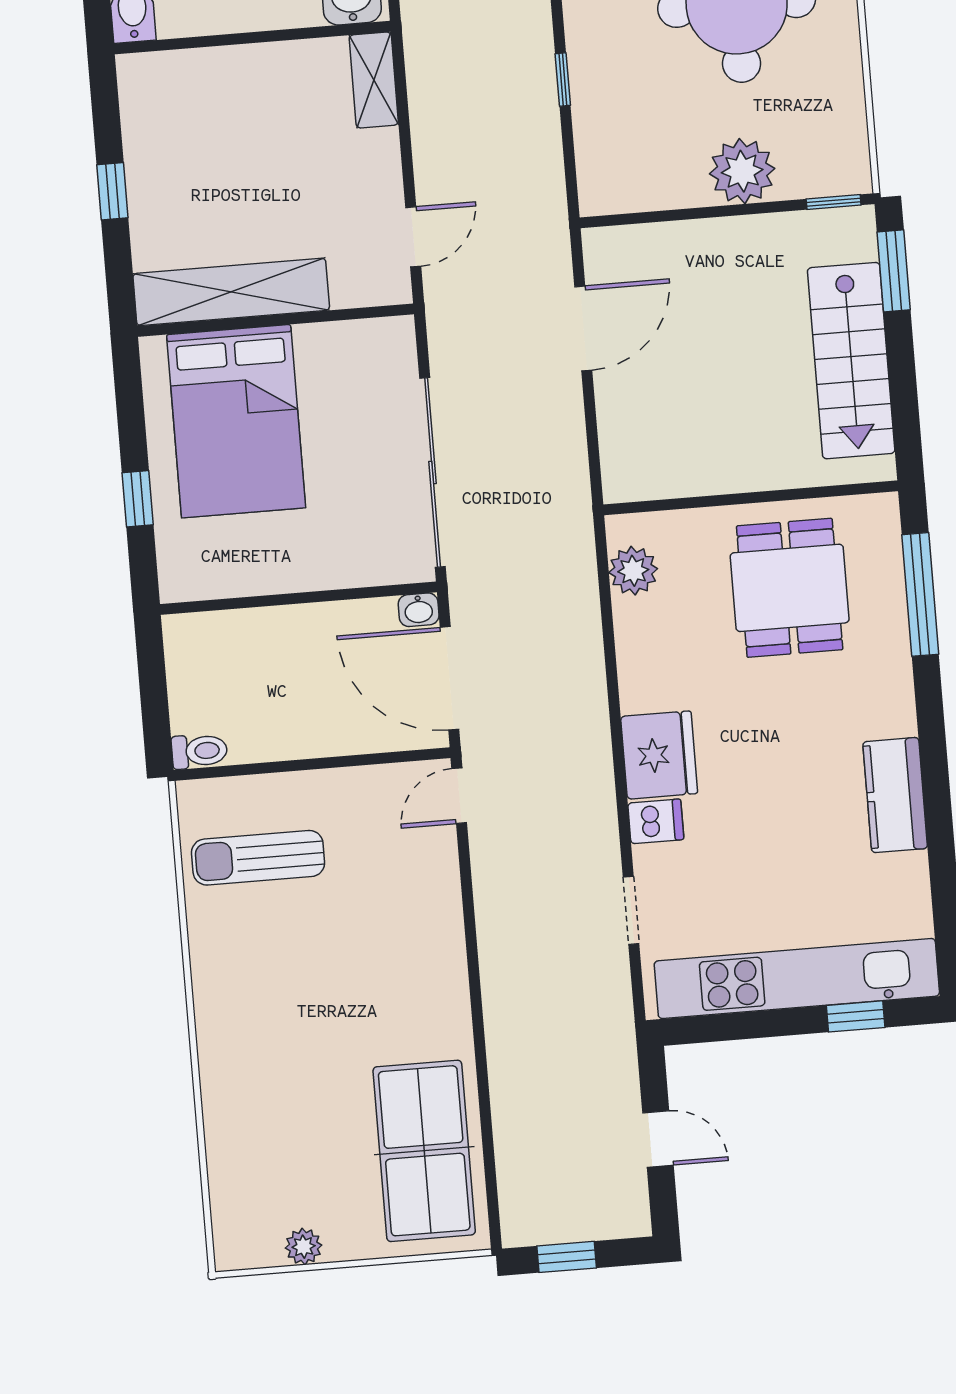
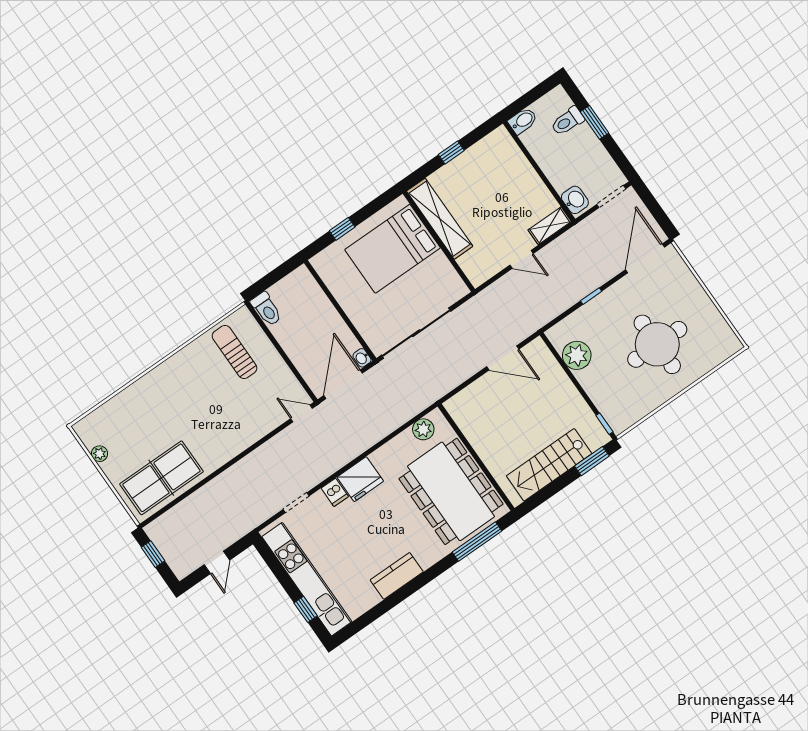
plant: (742, 171) -> (577, 355), moved
door: (413, 237) -> (522, 259), moved
dining table: (790, 588) -> (451, 491), width x1.87, depth x1.24
toilet: (199, 751) -> (266, 309), width x1.37, depth x1.39

